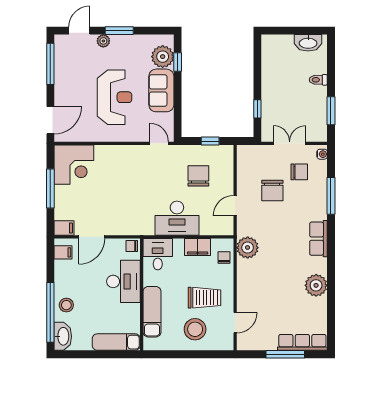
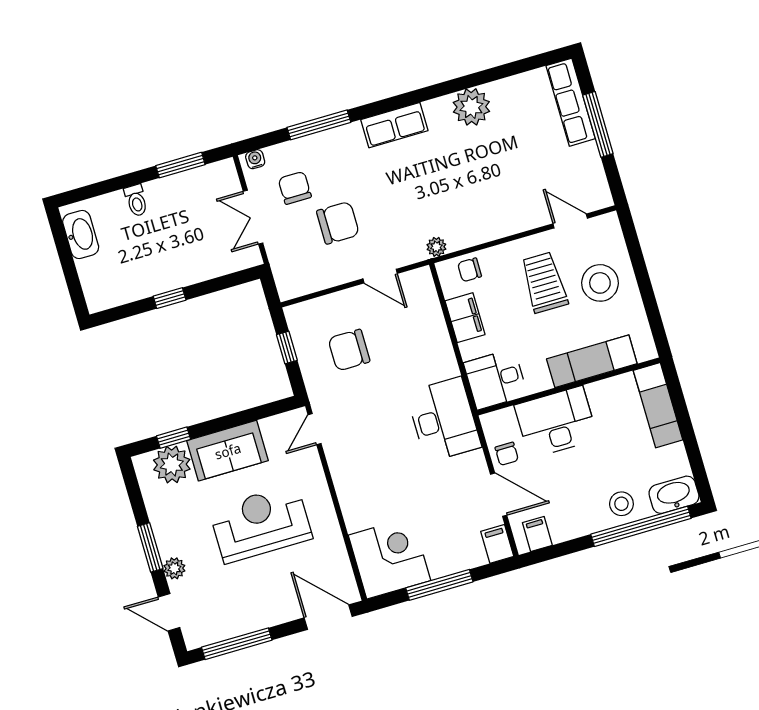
window: (257, 109) -> (170, 298), moved
desk: (177, 218) -> (444, 420), moved
chair: (132, 246) -> (507, 454), moved
plant: (248, 248) -> (436, 247), width x0.53, depth x0.53

